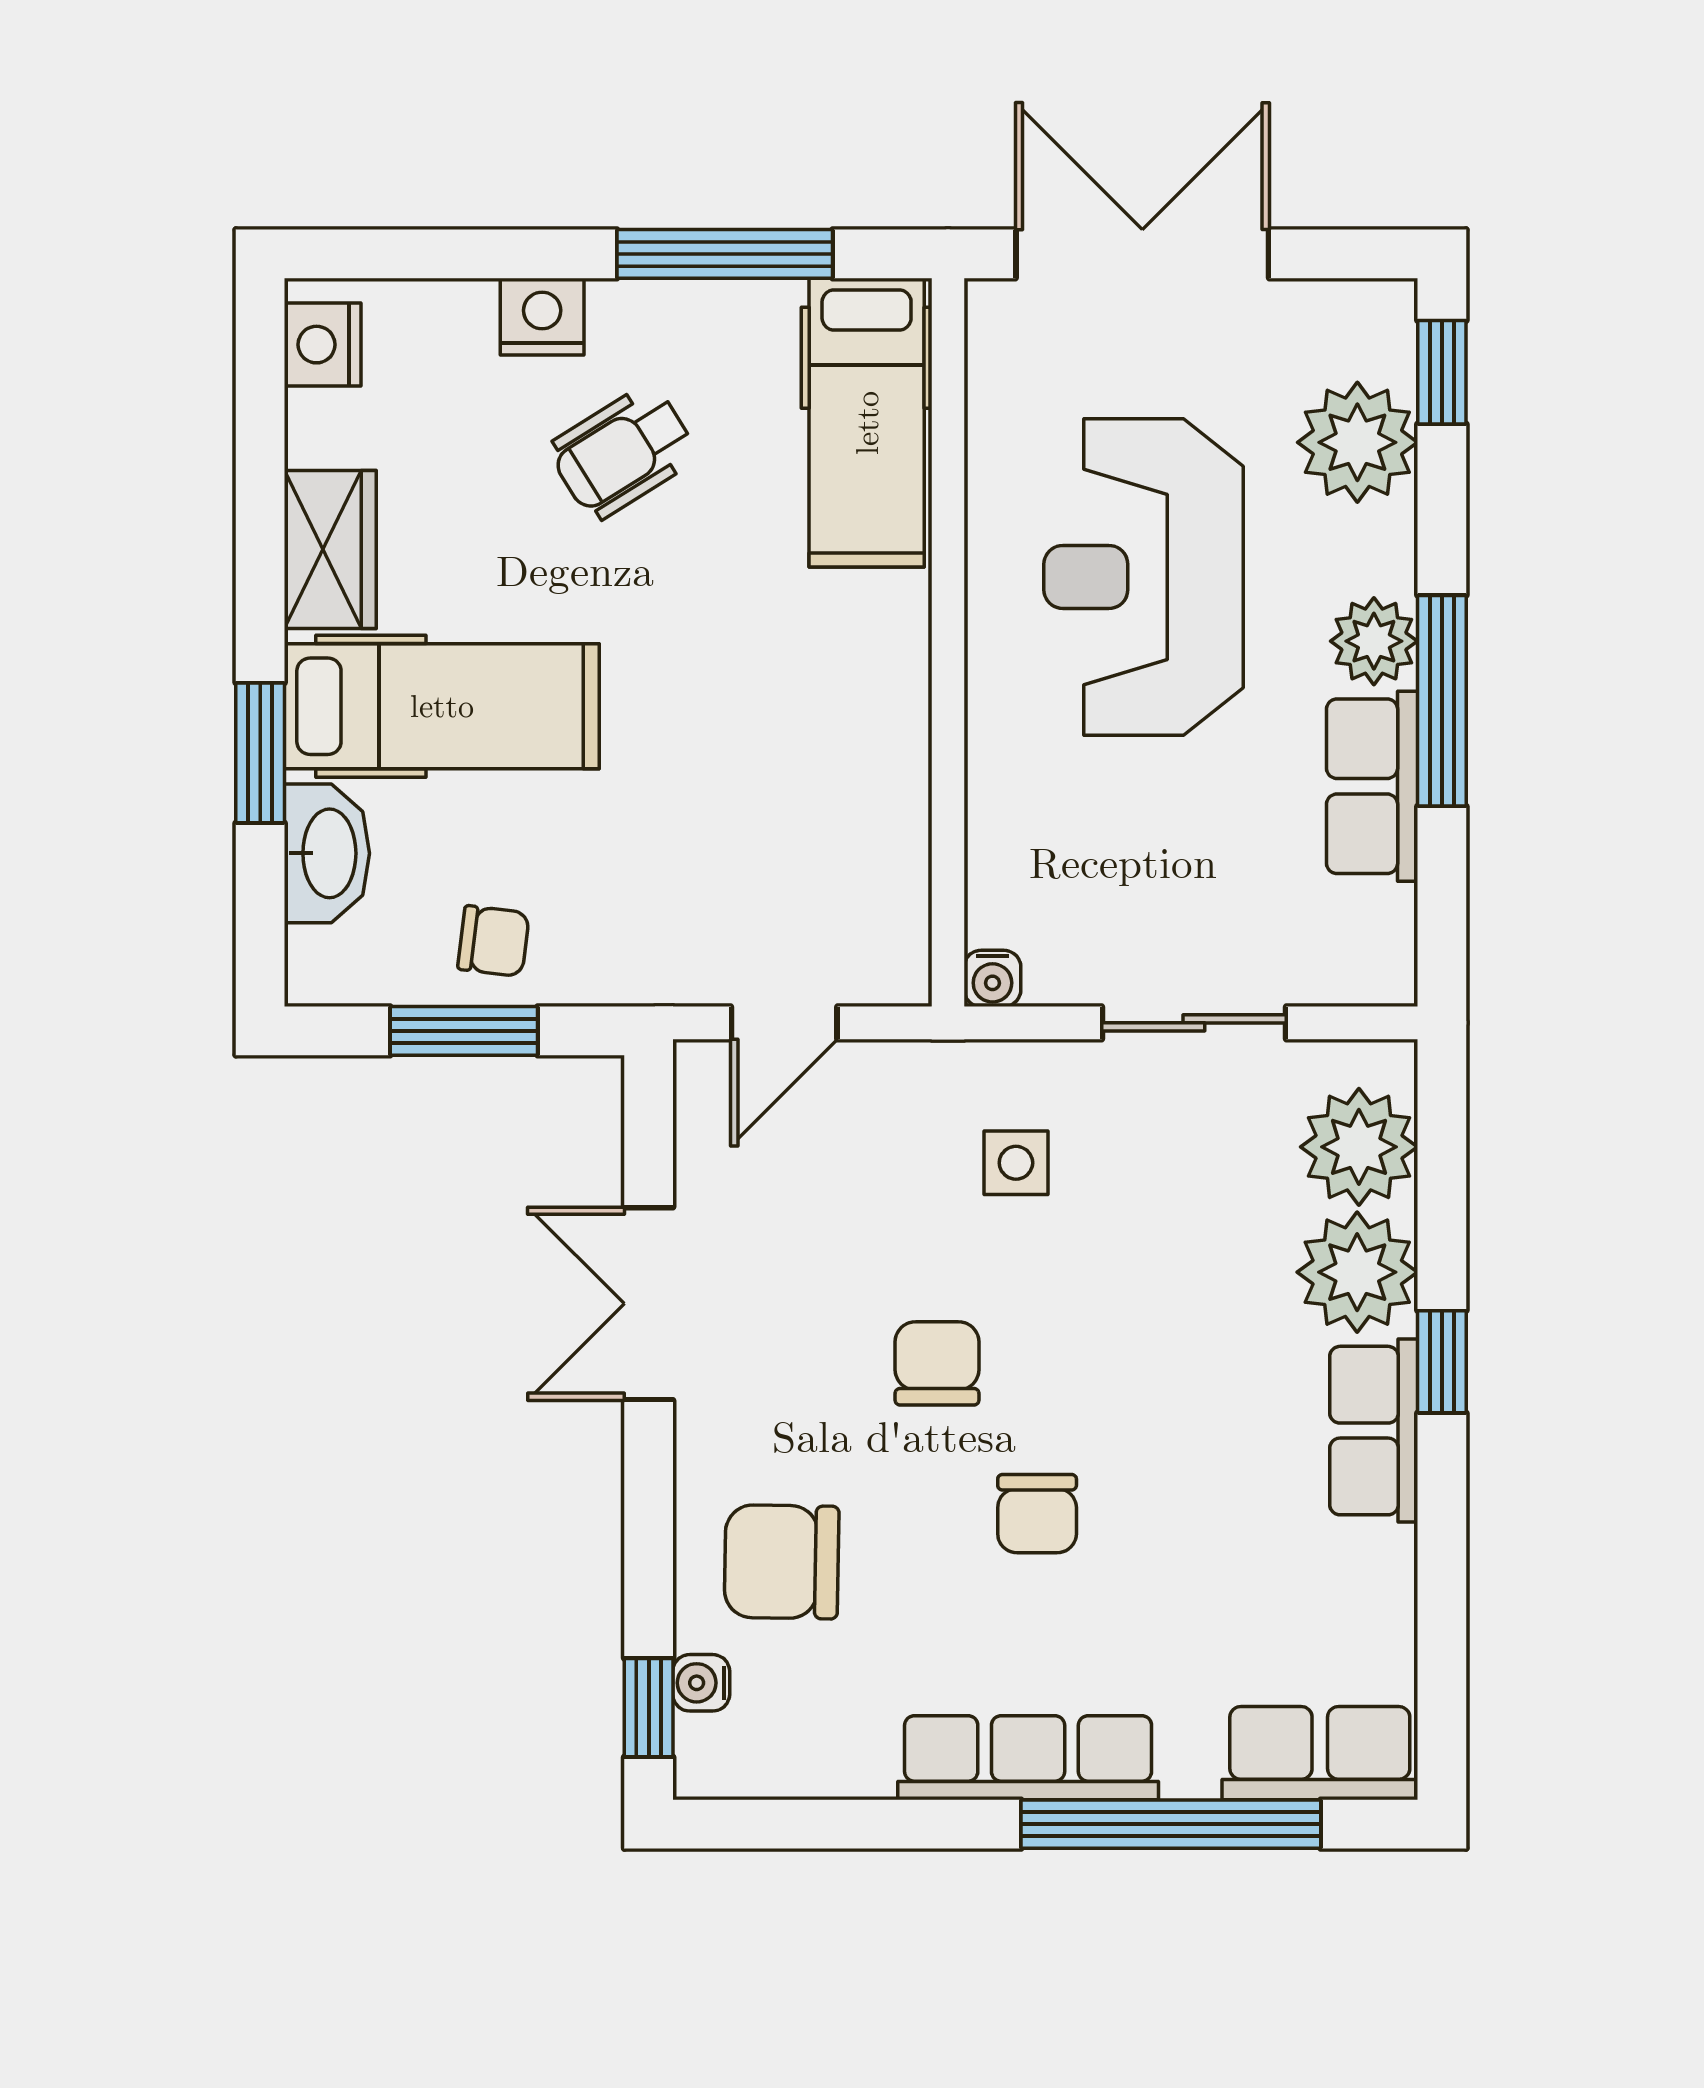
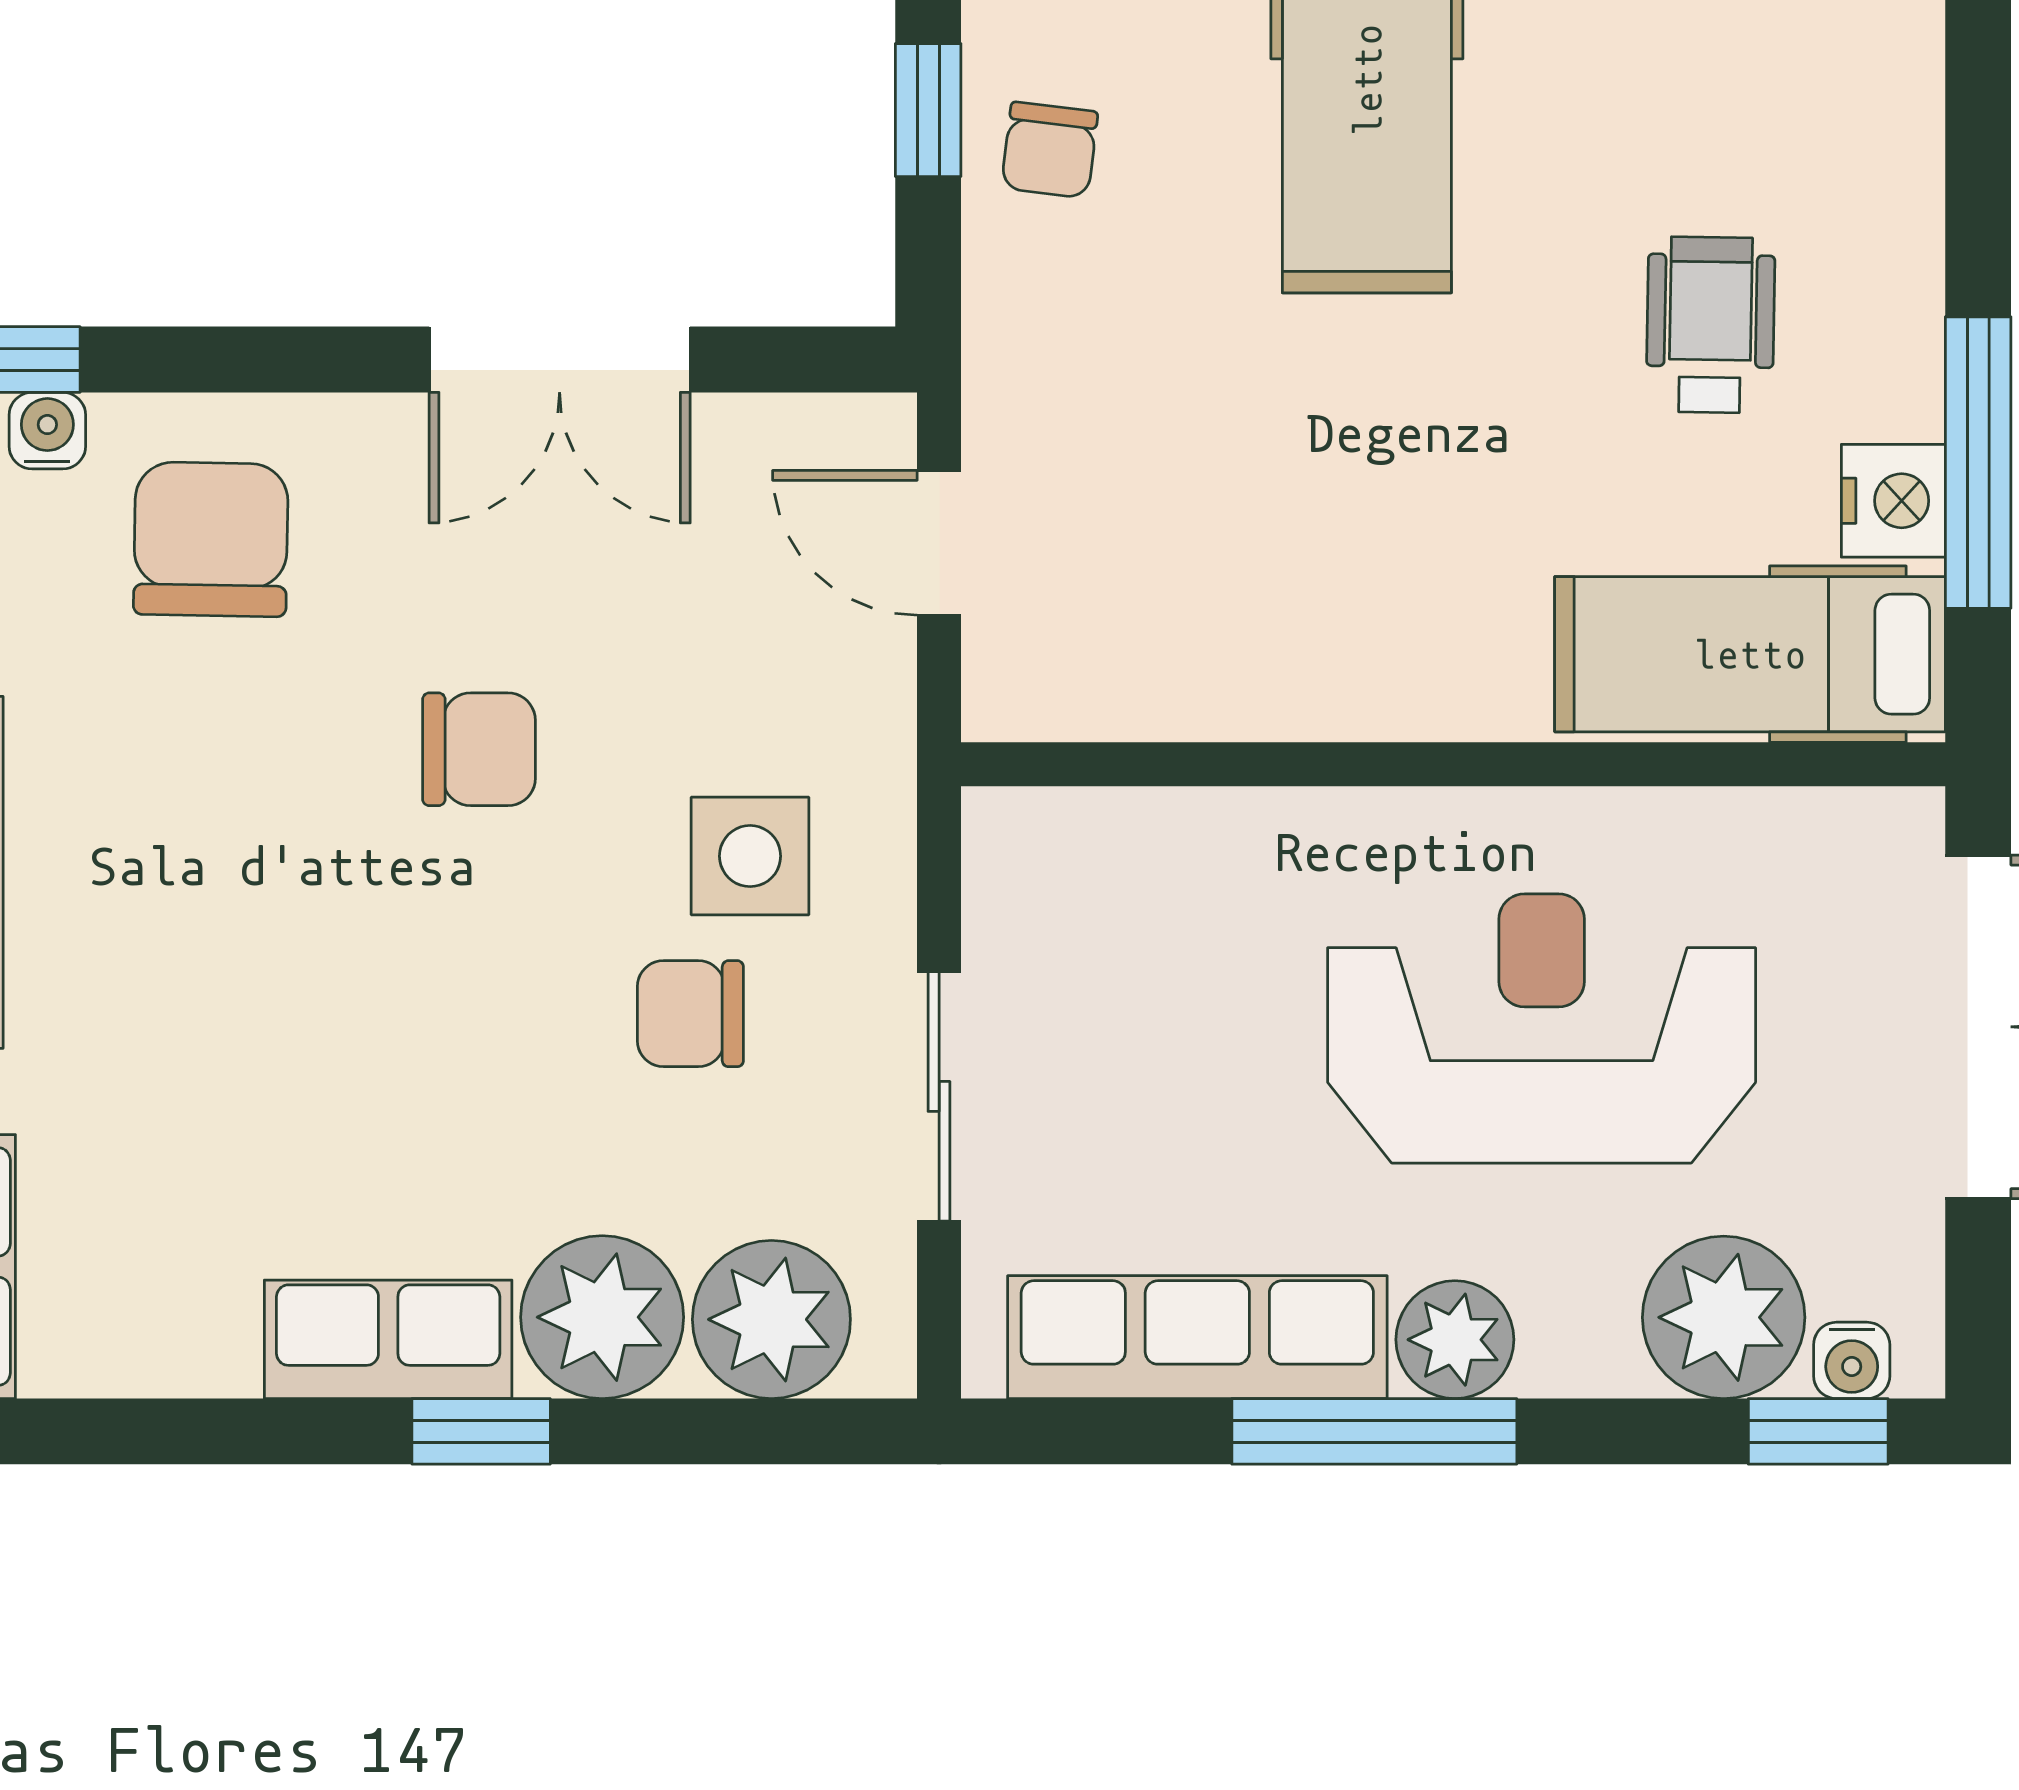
nightstand: (542, 317) -> (1893, 501), moved
wheelchair: (623, 452) -> (1710, 325), turned 33
row of seats: (1372, 786) -> (1197, 1337), width x1.48
water cooler: (992, 978) -> (1852, 1360), moved, turned -90
window: (464, 1031) -> (928, 110), width x0.67
side table: (1016, 1163) -> (750, 856), width x1.37, depth x1.37
double door: (649, 1304) -> (560, 360), swing flipped
chair: (1037, 1514) -> (690, 1014), moved

